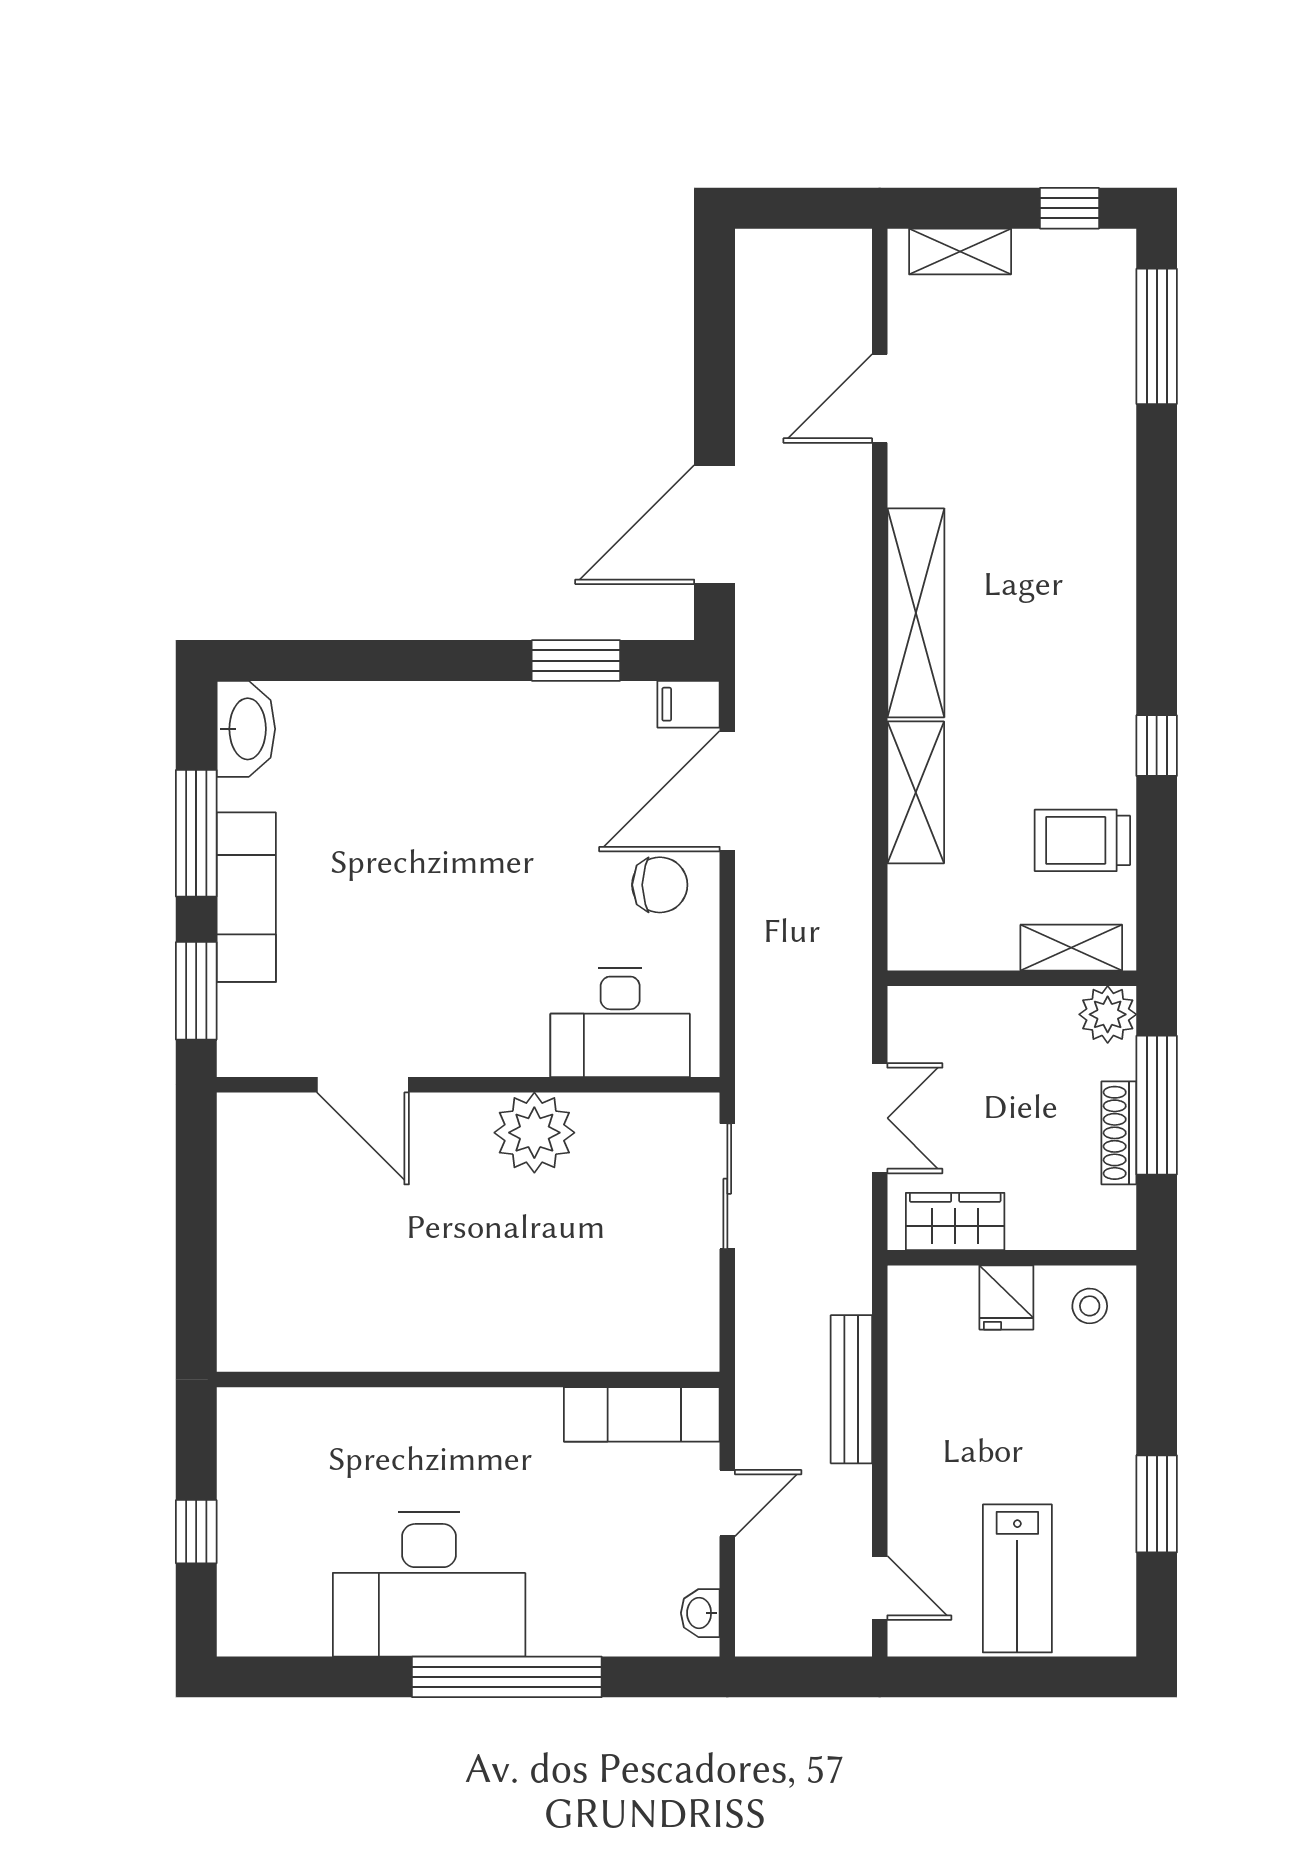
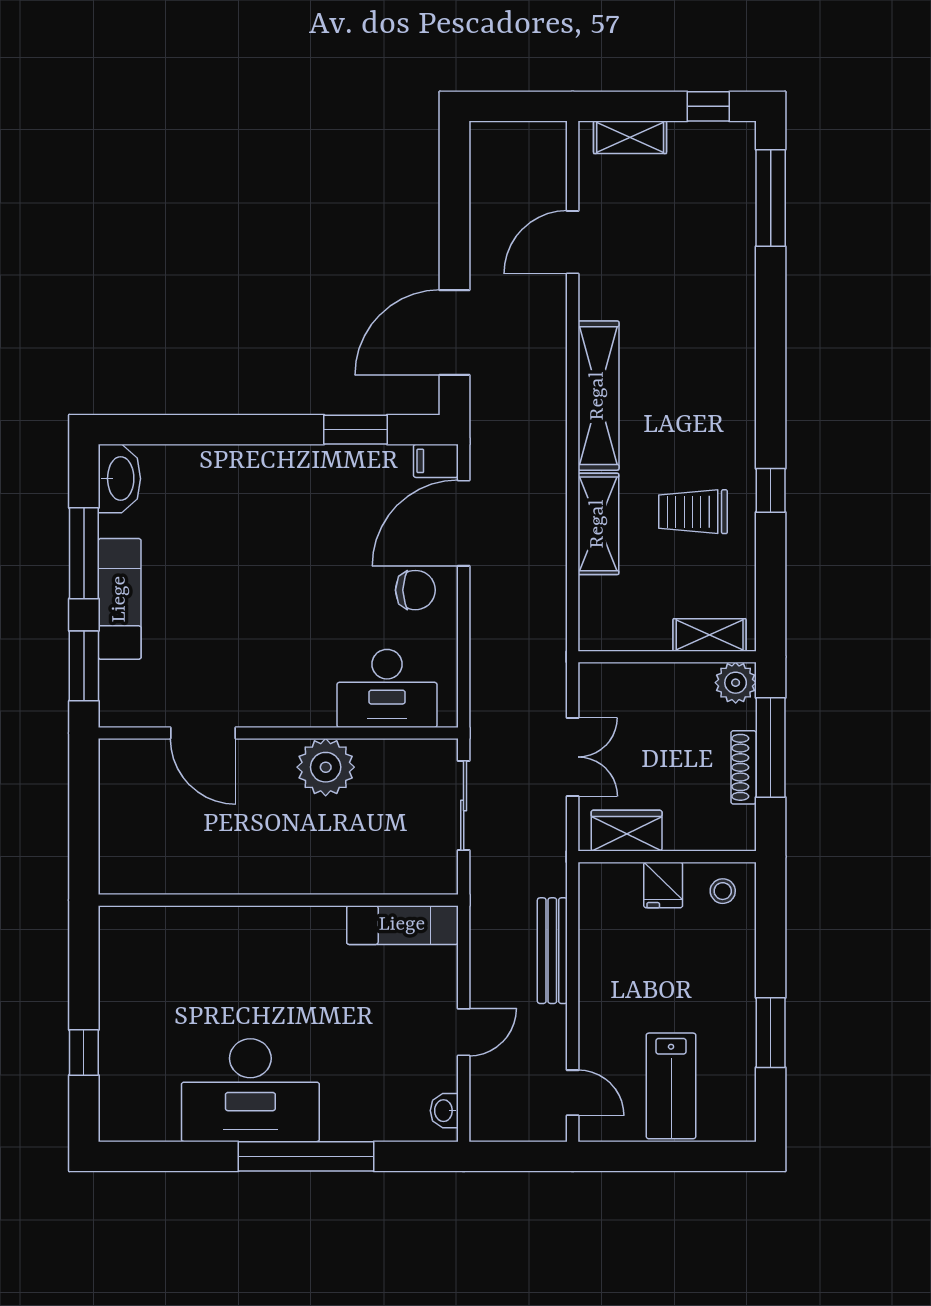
trolley: (1082, 840) -> (693, 512), moved
wall: (468, 1380) -> (278, 900), moved
exam couch: (642, 1414) -> (402, 925), moved

